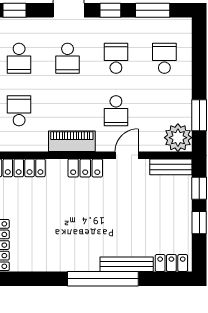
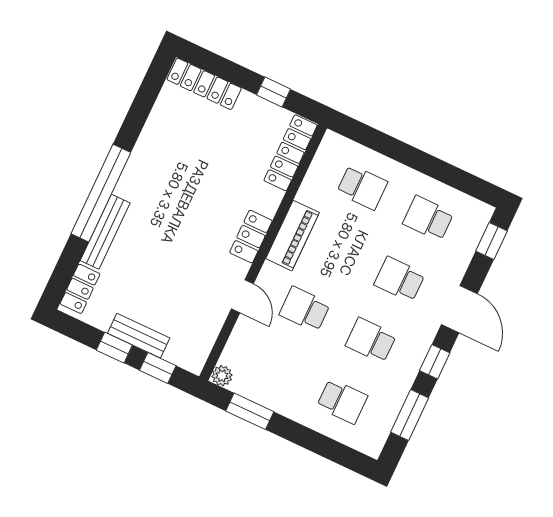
school desk: (116, 58) -> (371, 340), turned 180
plant: (178, 138) -> (222, 376), width x0.53, depth x0.53
bench: (171, 167) -> (139, 336), moved, turned 90

